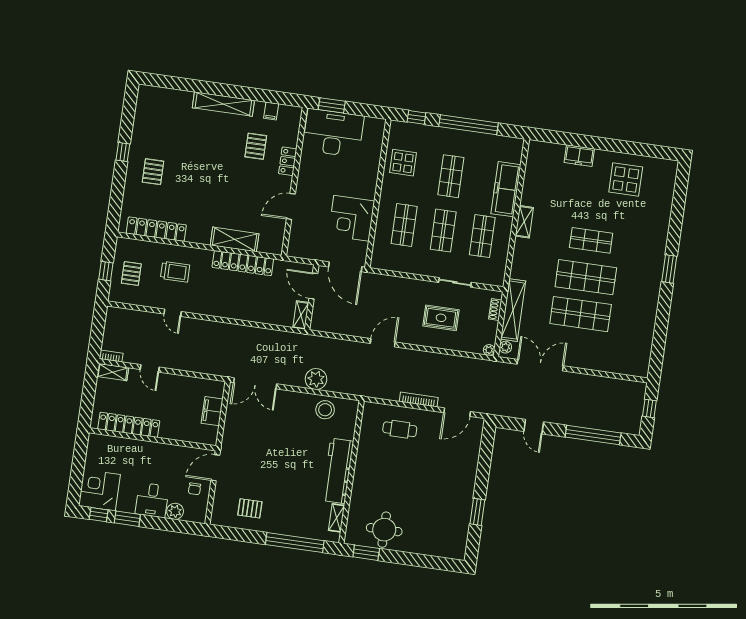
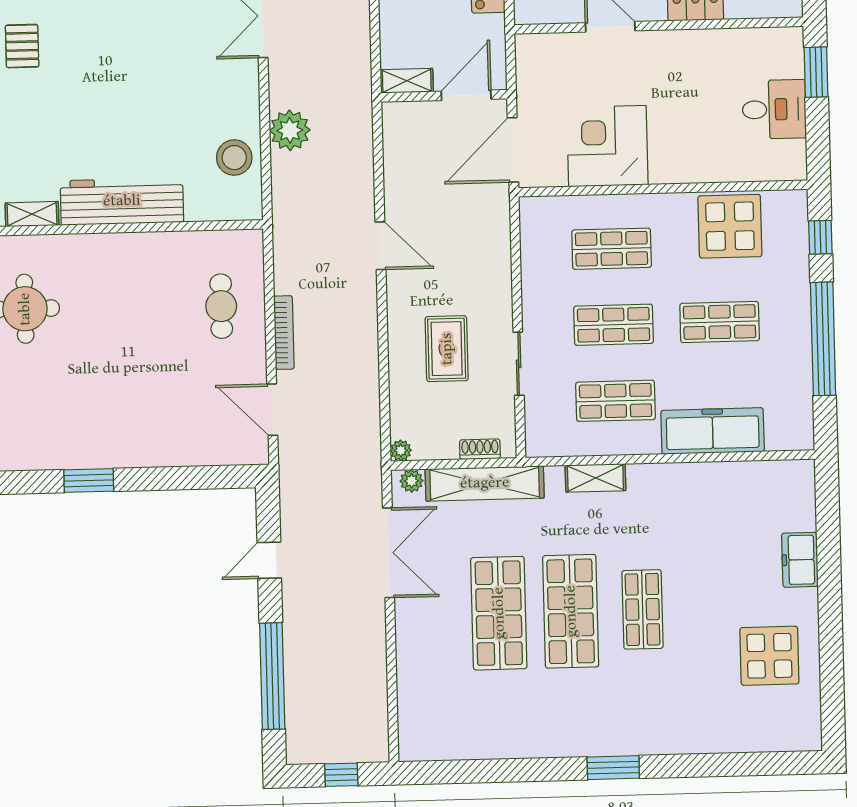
desk: (333, 133) -> (774, 109), width x0.53, depth x0.77
display table: (403, 163) -> (730, 226), width x1.36, depth x1.36
shelving: (524, 222) -> (595, 478), moved

